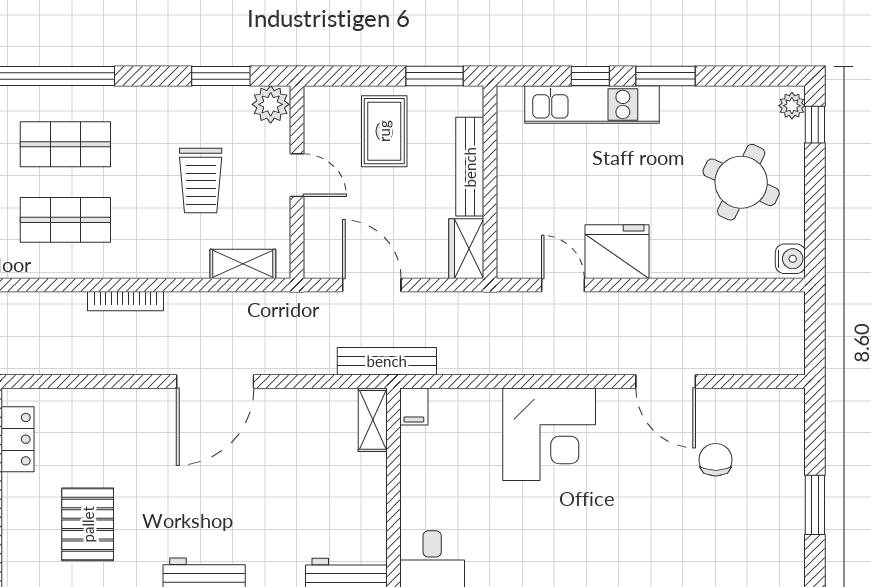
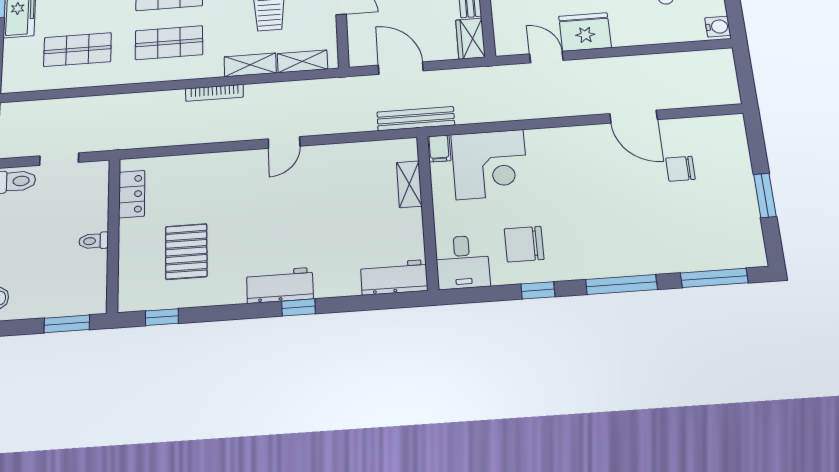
shelving: (173, 263) -> (250, 65), added
door: (215, 382) -> (284, 142), width x0.53
shelving: (373, 420) -> (409, 184), moved
corner desk: (549, 434) -> (490, 164), moved
chair: (716, 460) -> (680, 169), turned -90
chair: (510, 547) -> (524, 244), added

